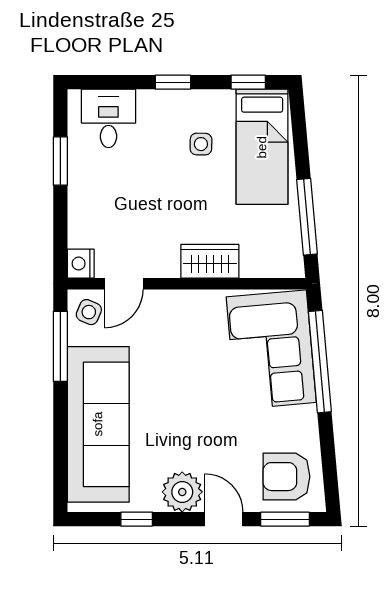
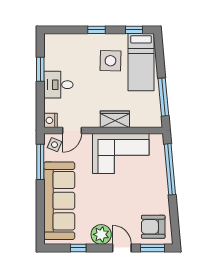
desk: (108, 118) -> (58, 85), moved, turned -90
side table: (201, 144) -> (110, 61), width x1.87, depth x1.87
corner sofa: (271, 350) -> (121, 153), moved, turned -85

